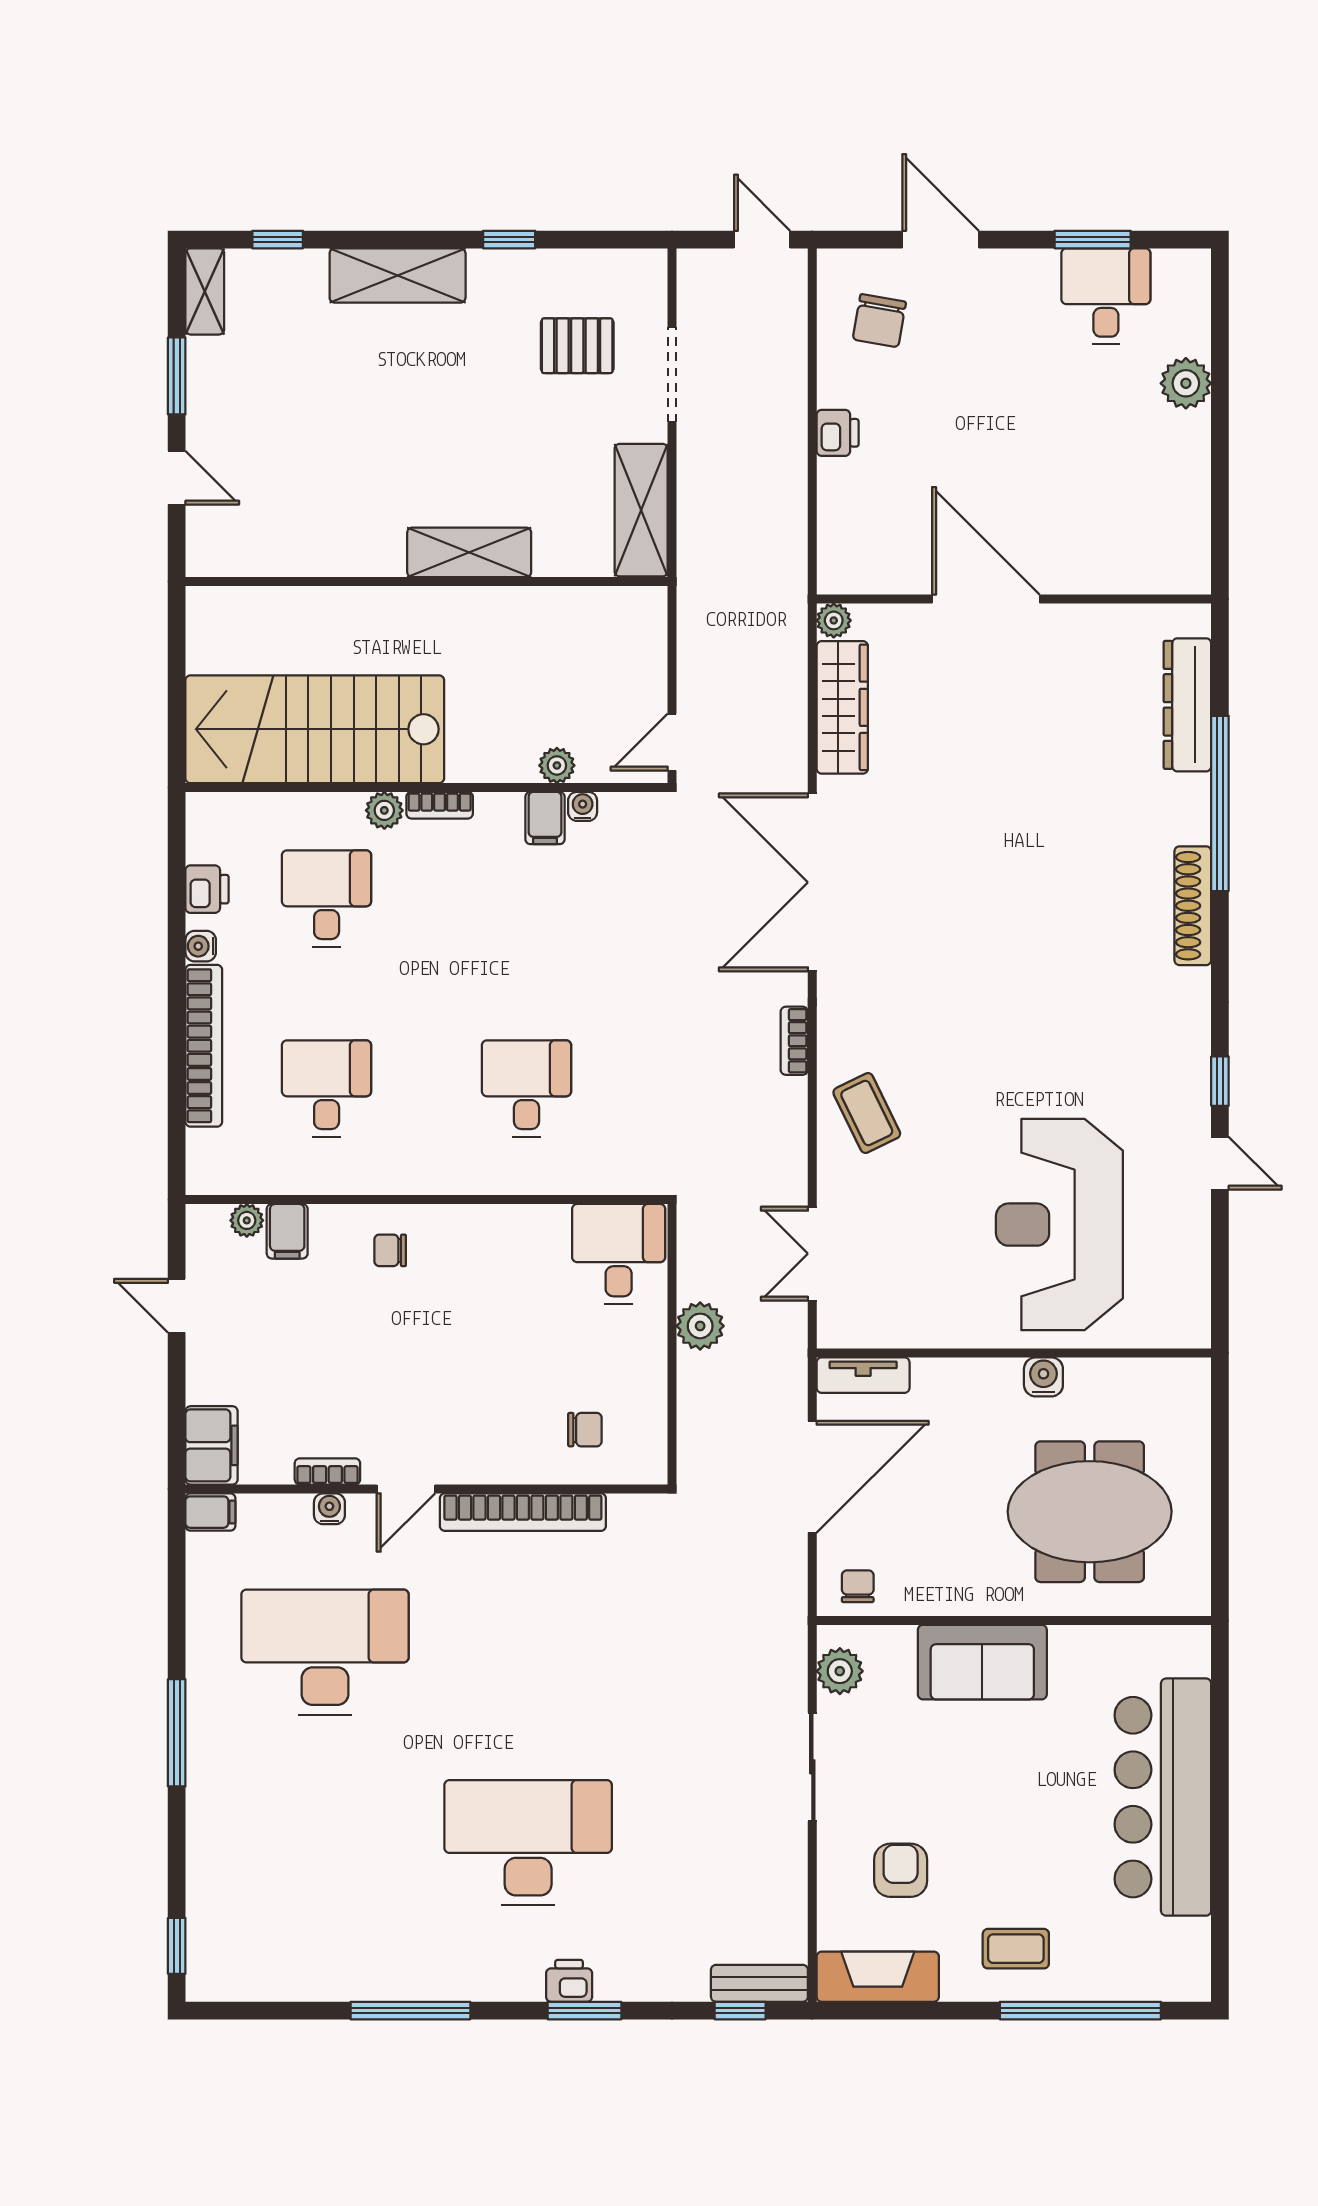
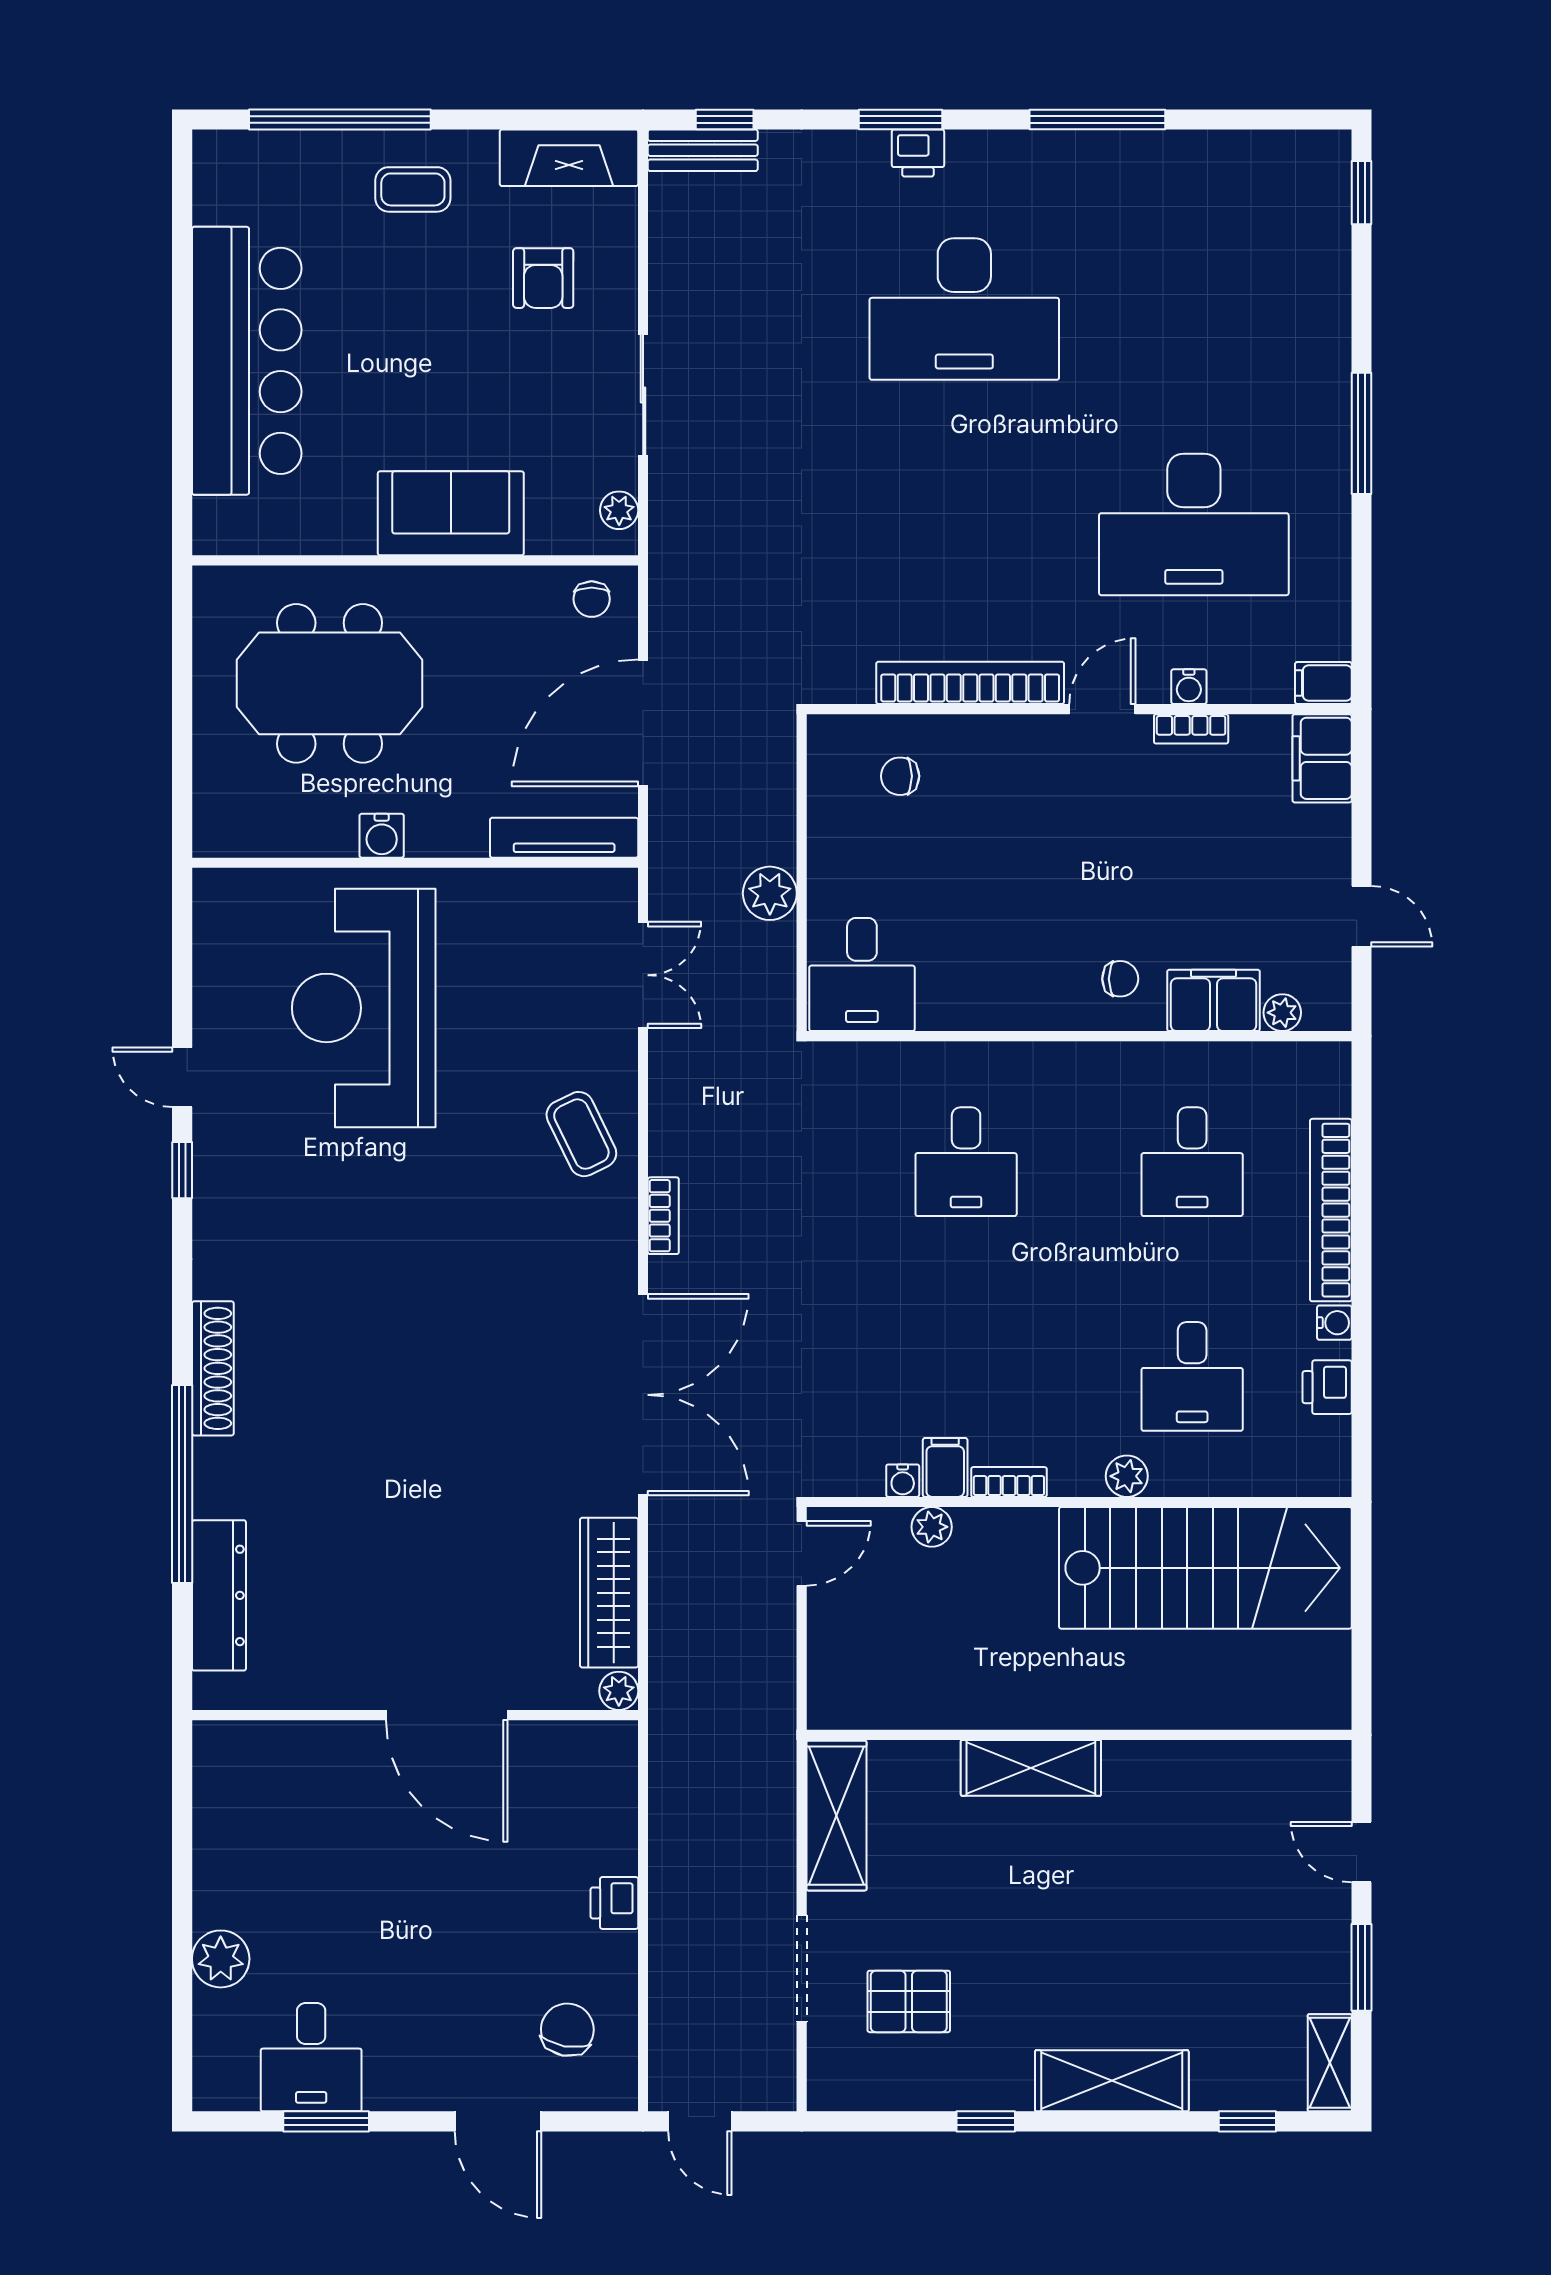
bookcase: (440, 805) -> (1009, 1482), moved
reception desk: (1059, 1225) -> (364, 1008), turned 180
filing cabinet: (287, 1231) -> (1214, 1000), width x2.00
tv unit: (863, 1375) -> (564, 838), width x1.41
plant: (840, 1671) -> (619, 510), width x0.73, depth x0.73

